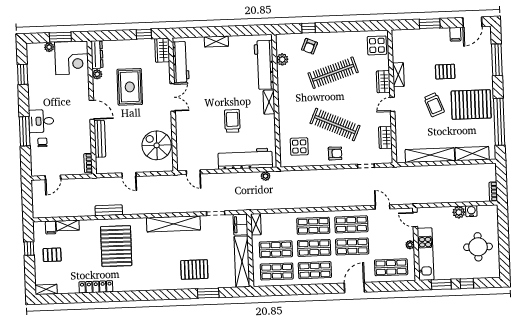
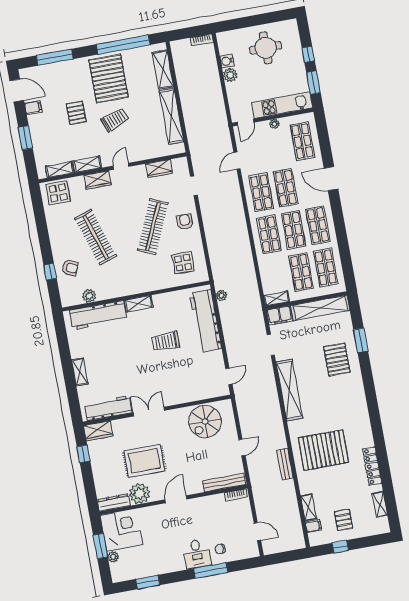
shelving: (397, 50) -> (60, 169), added
plant: (97, 74) -> (139, 493), width x1.87, depth x1.87
door: (392, 104) -> (121, 166), swing flipped
bench: (100, 139) -> (224, 483), moved
shelving: (46, 289) -> (380, 504), moved

